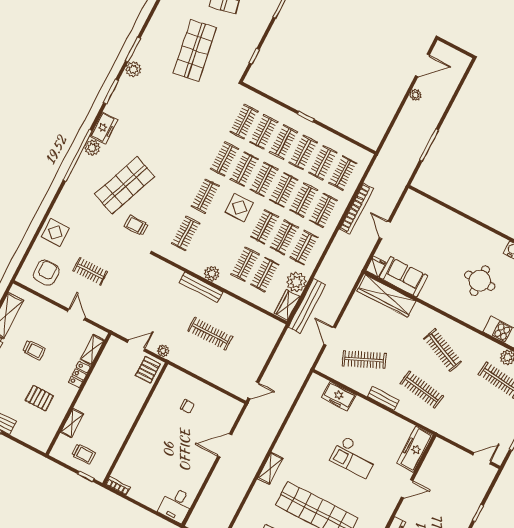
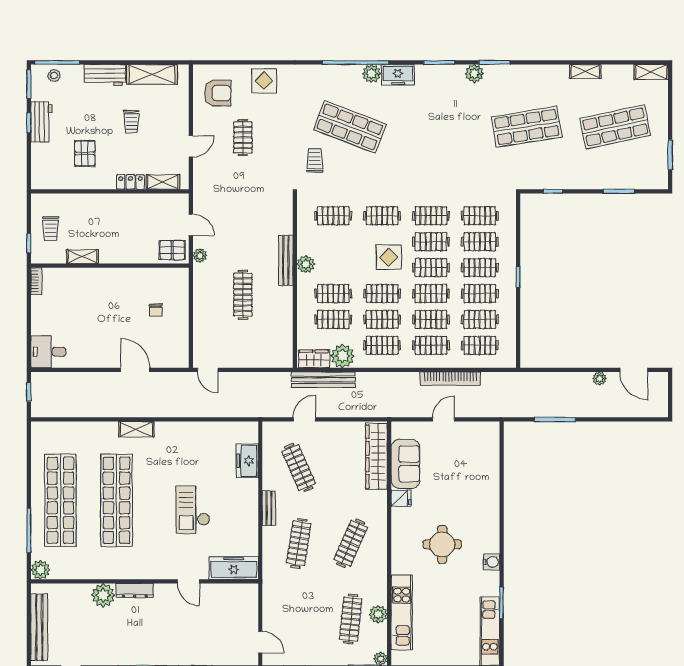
fridge: (376, 267) -> (401, 498), moved
shelving: (72, 423) -> (82, 257), moved

